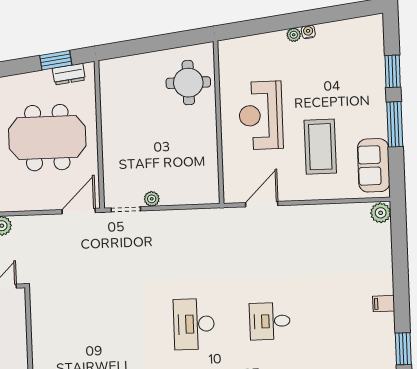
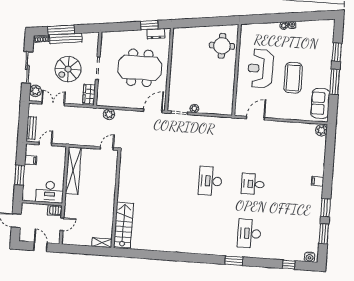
coffee table: (320, 147) -> (293, 78), moved

